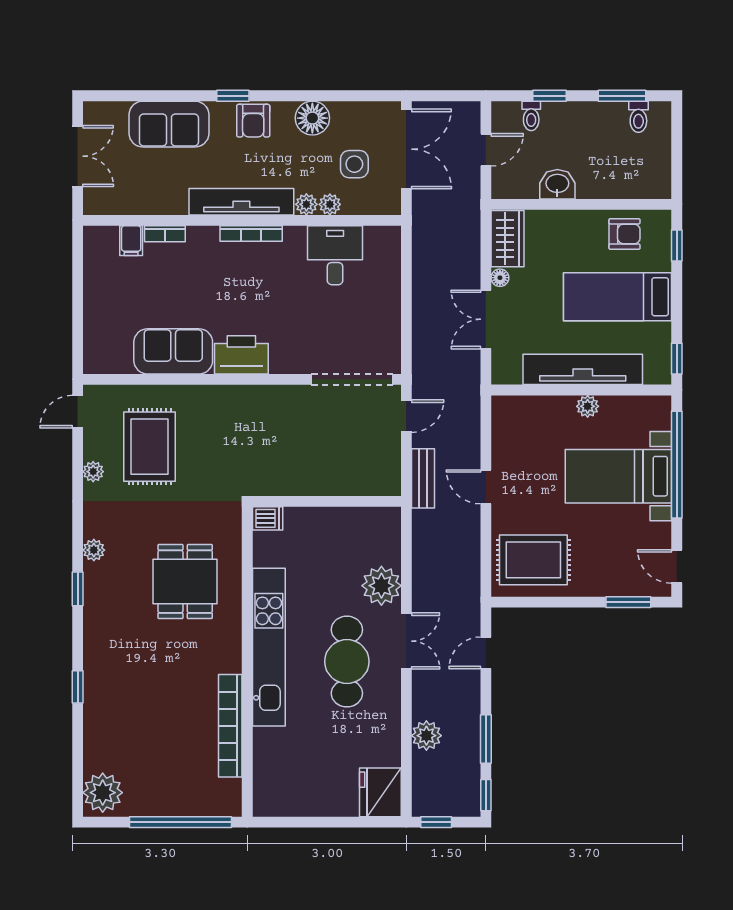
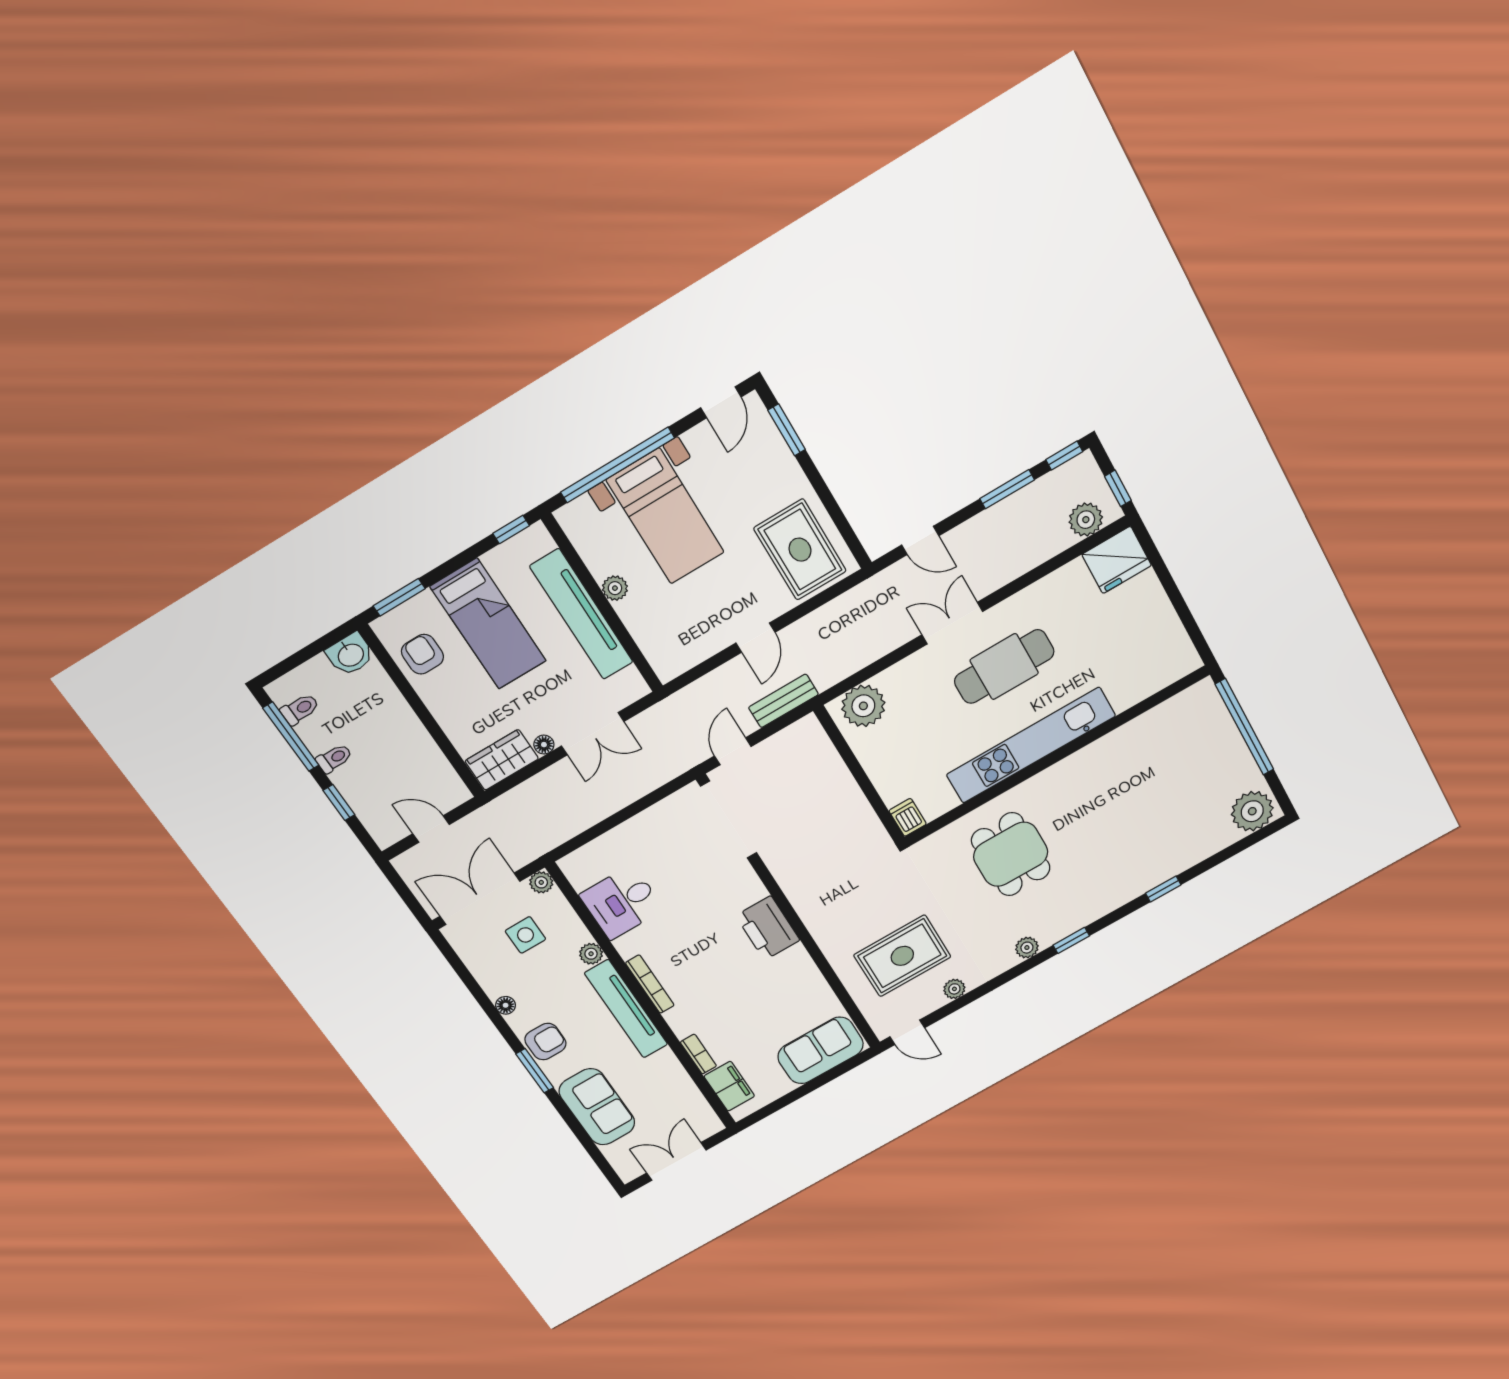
window: (233, 96) -> (535, 1071), width x1.50
window: (622, 96) -> (291, 737), width x1.44
toilet: (531, 116) -> (334, 758), moved
floor lamp: (312, 118) -> (506, 1005), width x0.53, depth x0.53
washbasin: (557, 184) -> (350, 654), moved, turned -90
plant: (330, 204) -> (541, 882), moved
filing cabinet: (131, 241) -> (729, 1086), width x2.00
window: (677, 245) -> (399, 597), width x1.50
sofa: (173, 351) -> (821, 1050), moved, turned 90
door: (406, 416) -> (733, 751), hinge flipped
dining table: (185, 582) -> (1011, 854), turned 90
plant: (381, 586) -> (863, 706), moved
bookcase: (230, 726) -> (1127, 736), removed
plant: (426, 736) -> (1086, 520), moved

